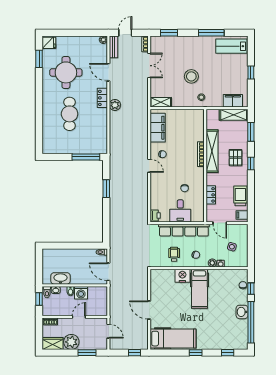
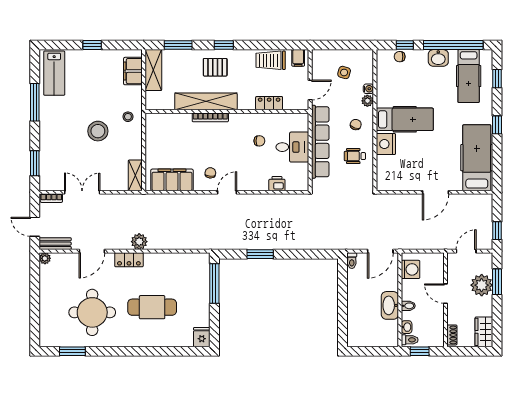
fridge: (49, 43) -> (202, 337), moved
printer: (155, 216) -> (277, 184), moved
washbasin: (61, 278) -> (390, 305), moved
washing machine: (81, 293) -> (411, 269), moved
hospital bed: (229, 333) -> (469, 76), added
plant: (71, 342) -> (482, 285), moved
window: (135, 353) -> (497, 231), moved

